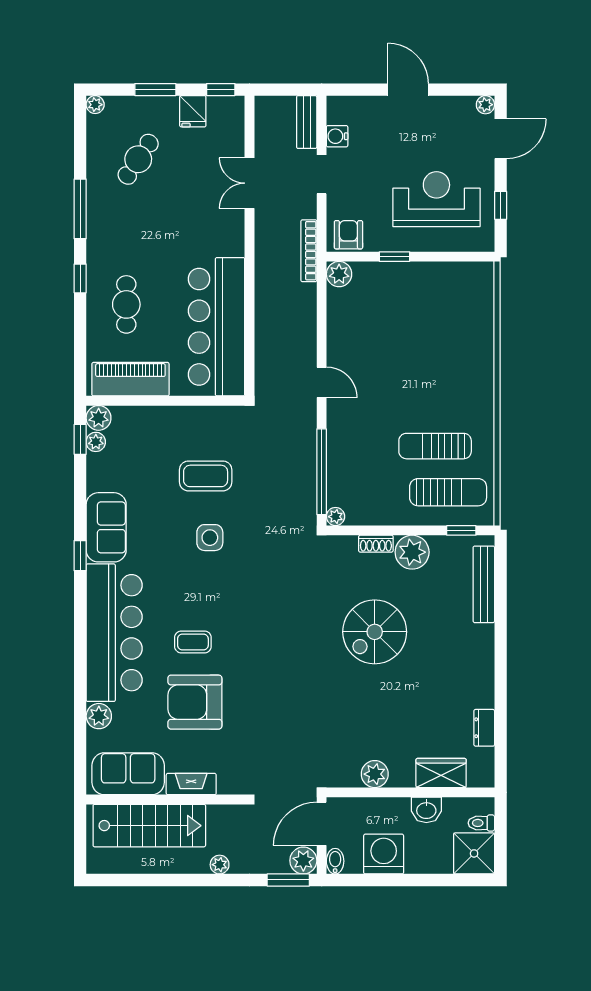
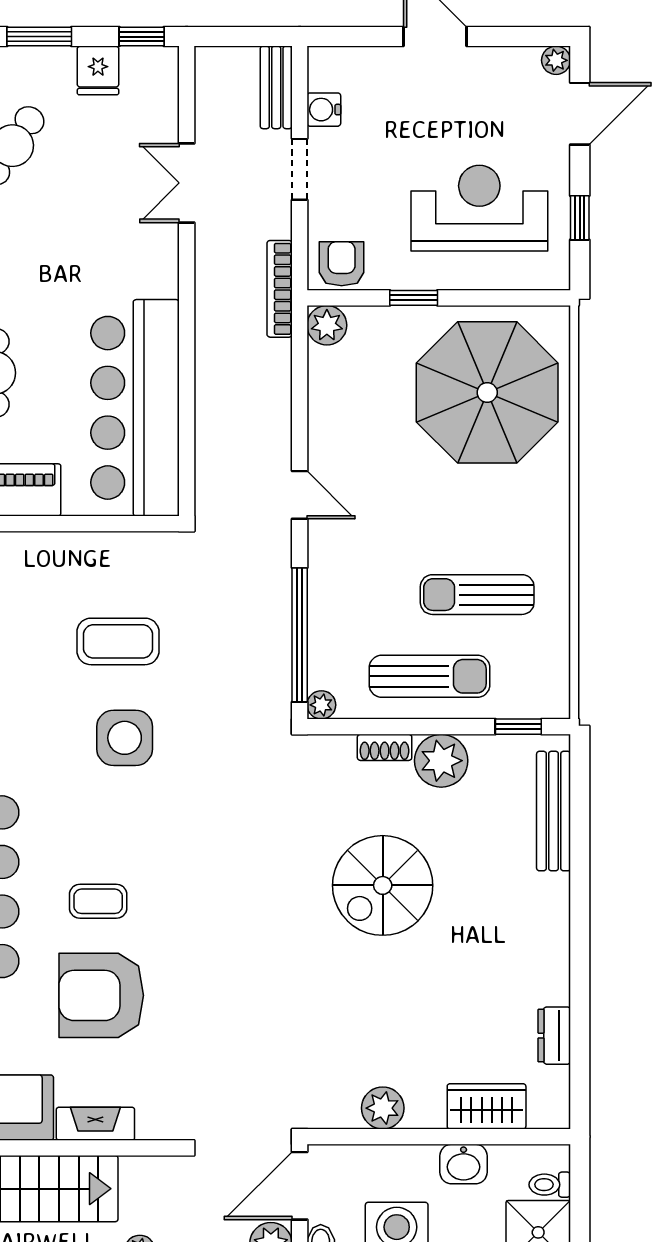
parasol: (441, 317) -> (487, 392), added
sun lounger: (448, 492) -> (430, 676), moved
side table: (210, 538) -> (125, 738), width x1.37, depth x1.37

